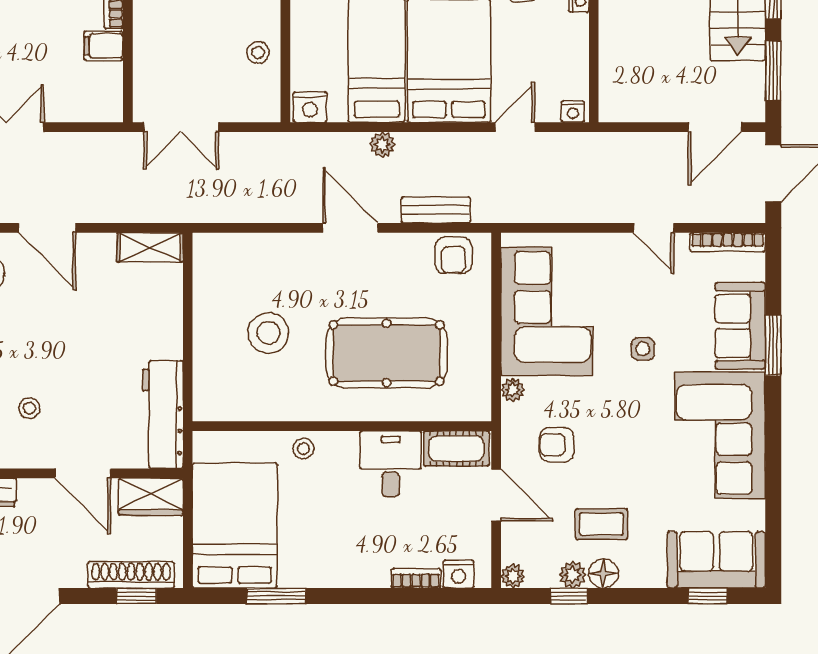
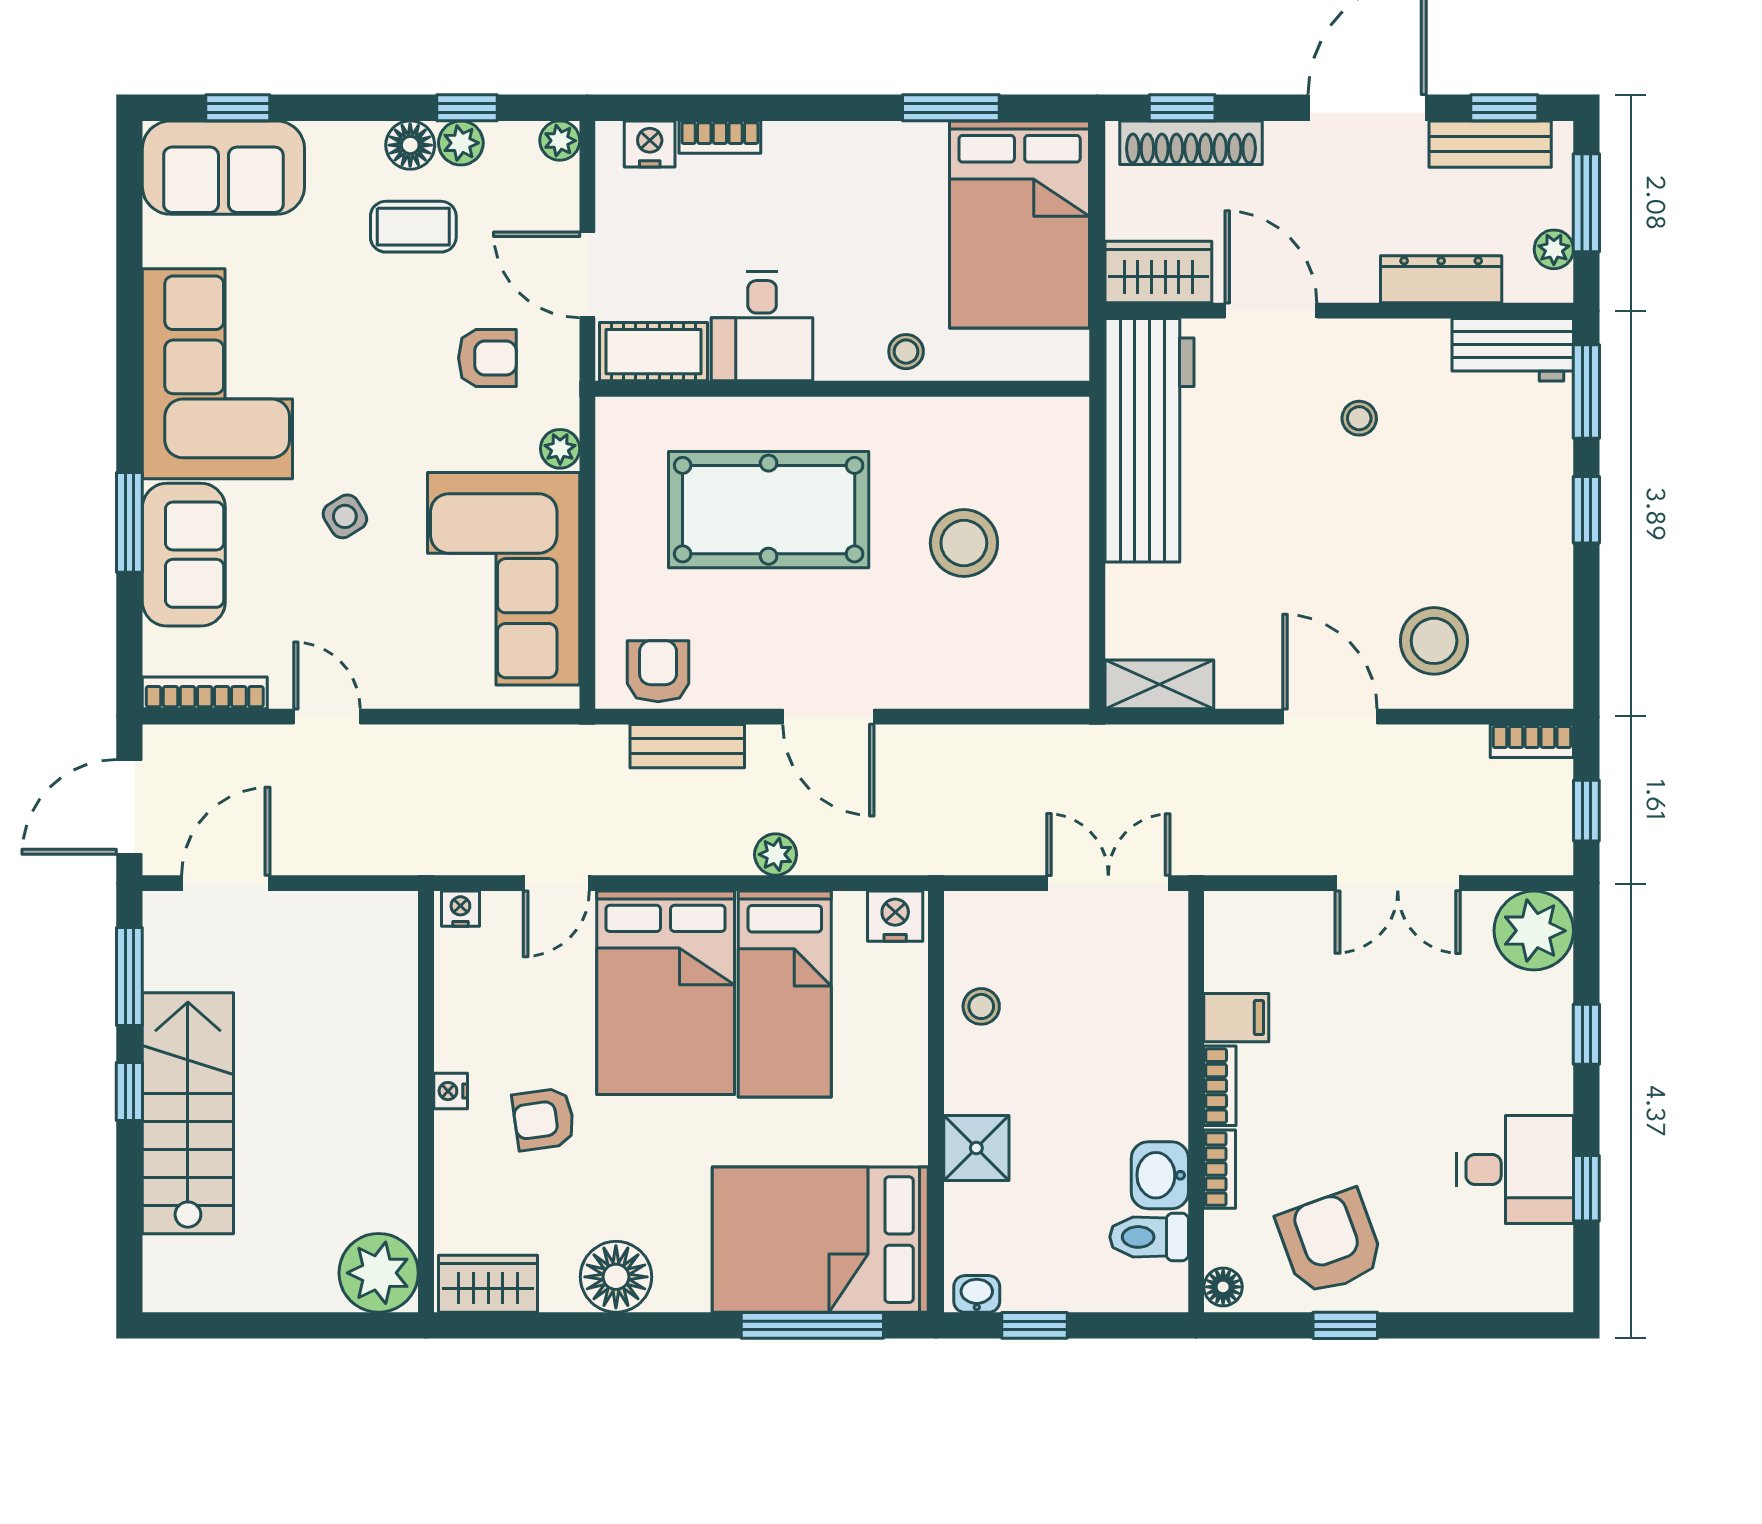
side table: (643, 349) -> (345, 516), turned -32
workbench: (163, 415) -> (1149, 440), width x1.36, depth x1.32

